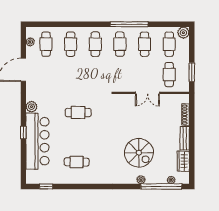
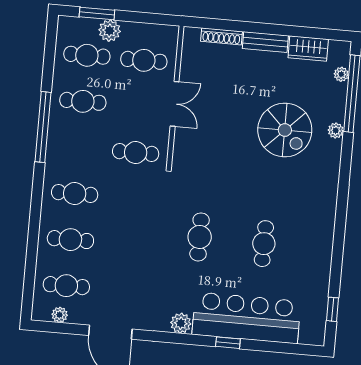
plant: (183, 33) -> (110, 31), moved
cafe table: (120, 44) -> (136, 152), moved
window: (192, 72) -> (97, 14), moved
spiral stairs: (139, 153) -> (285, 130), turned 90
cafe table: (77, 162) -> (264, 244), moved

